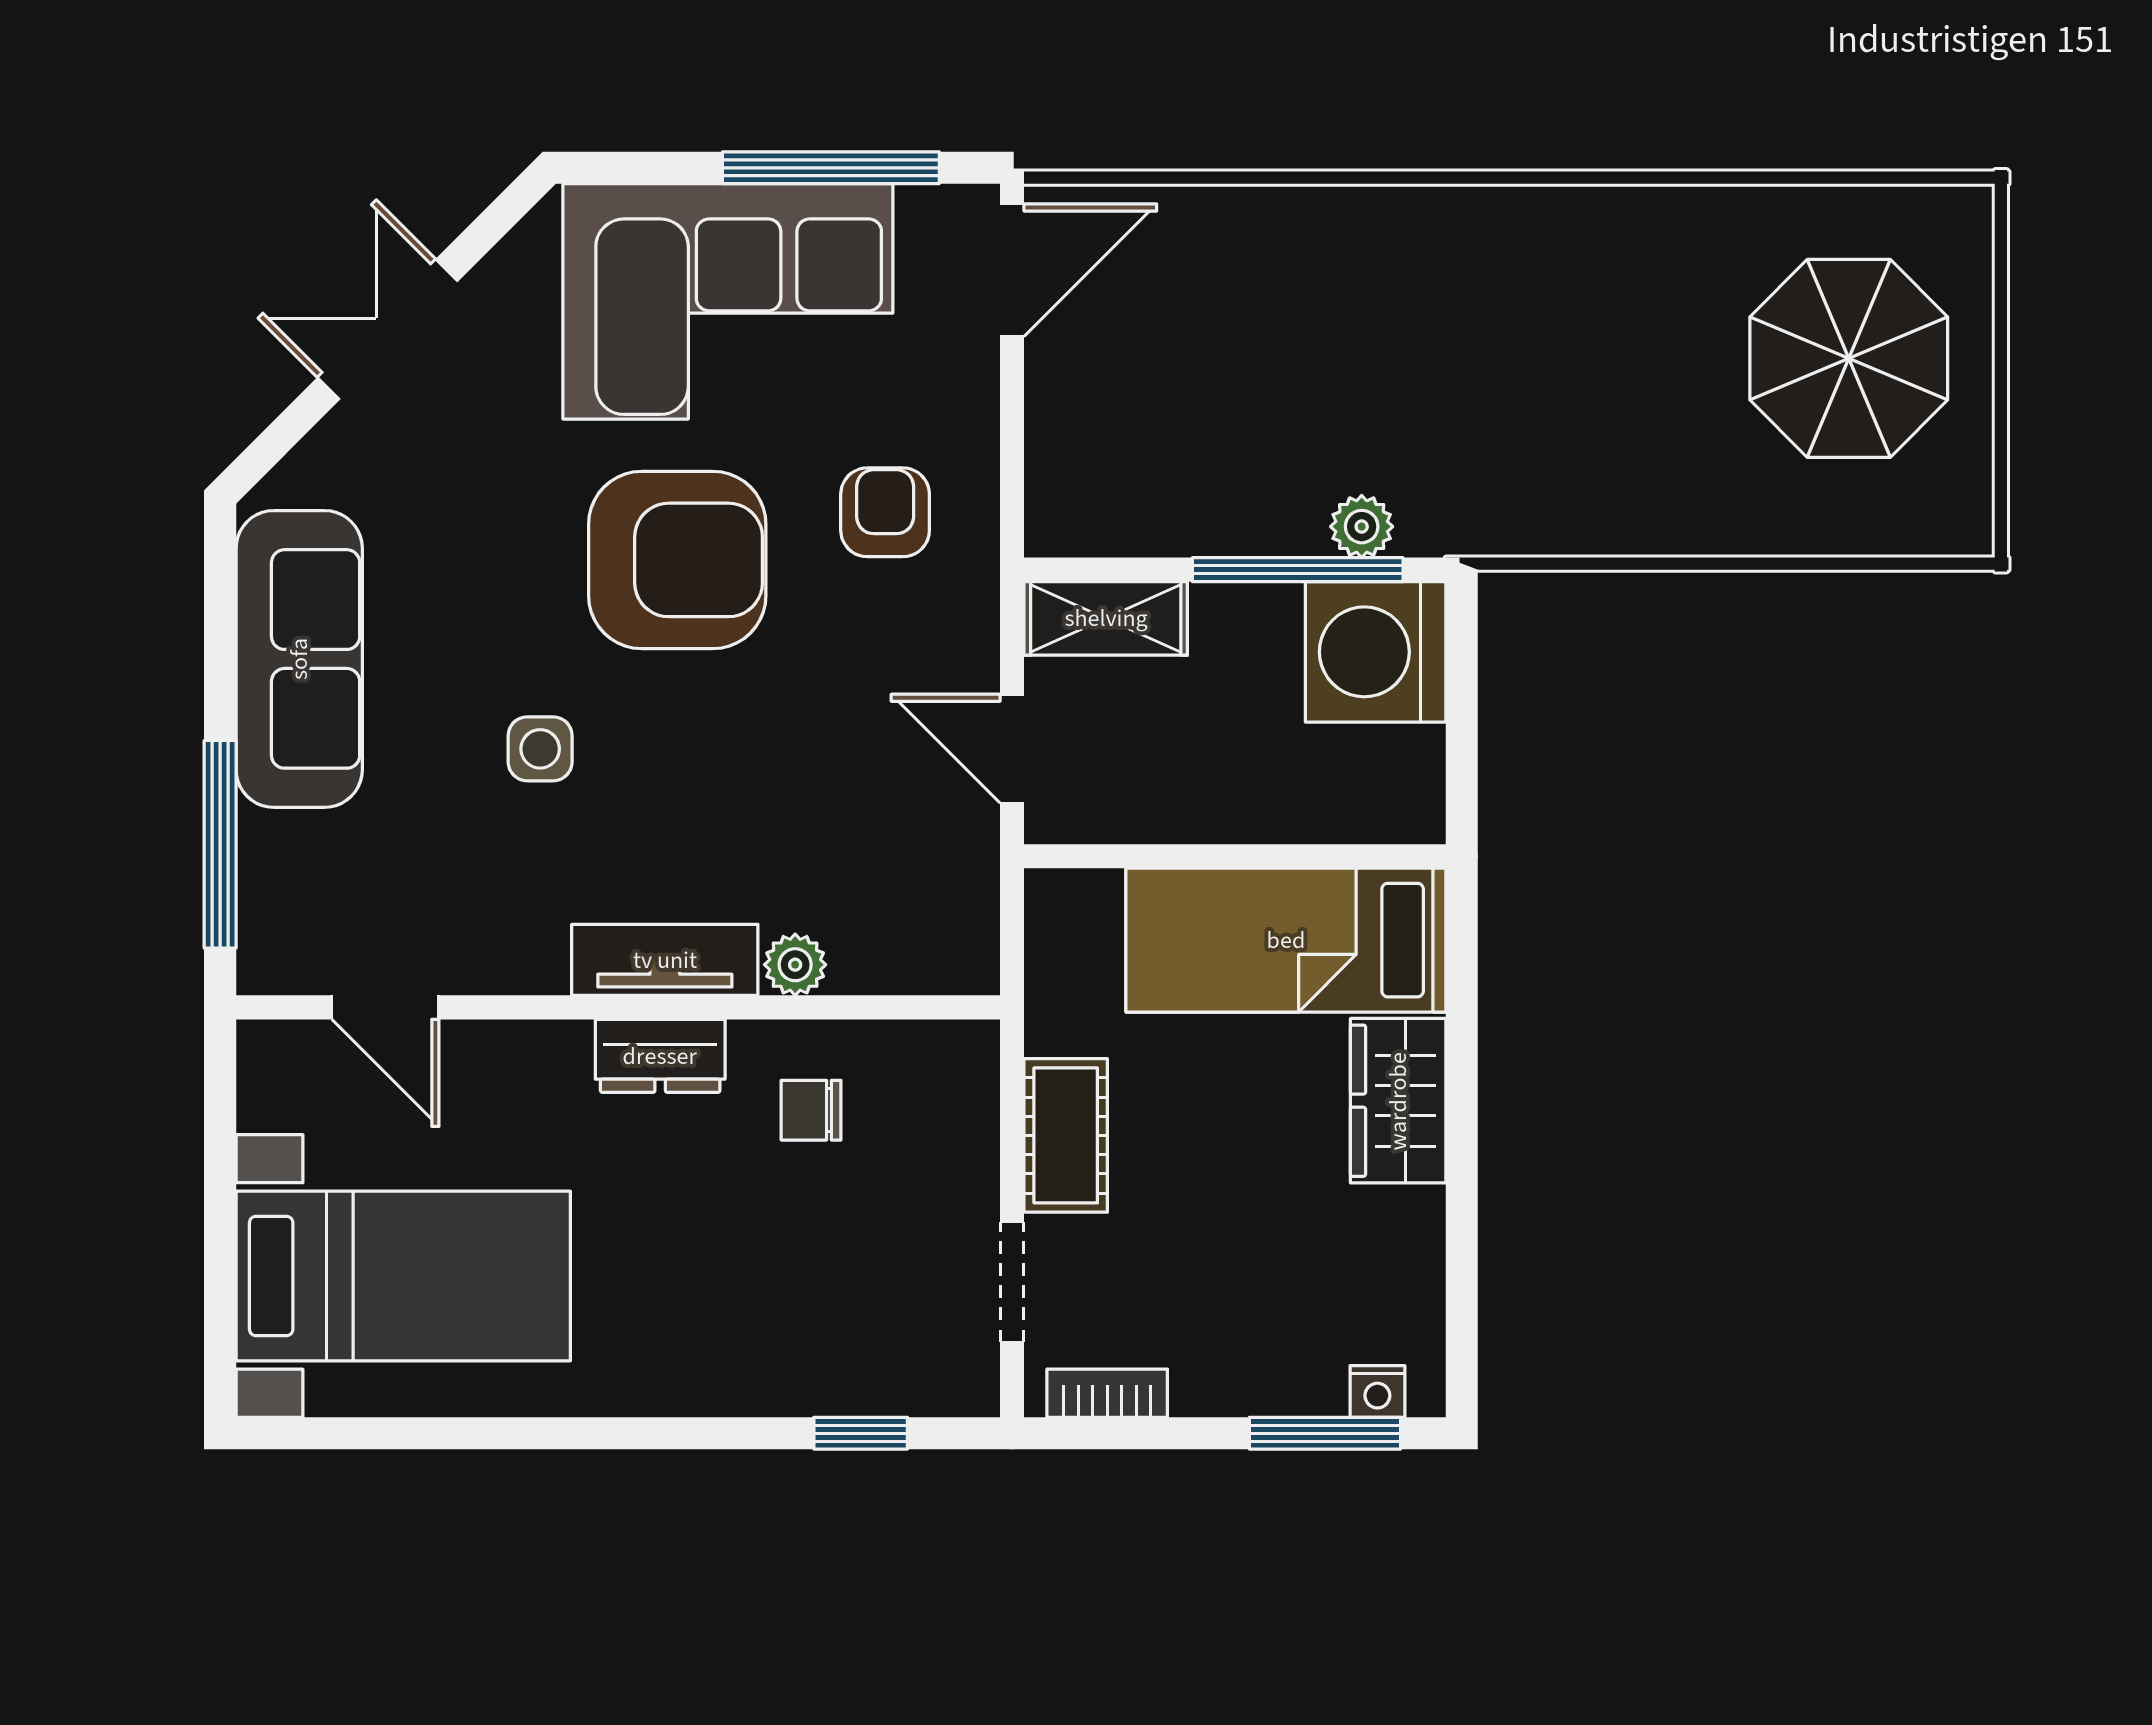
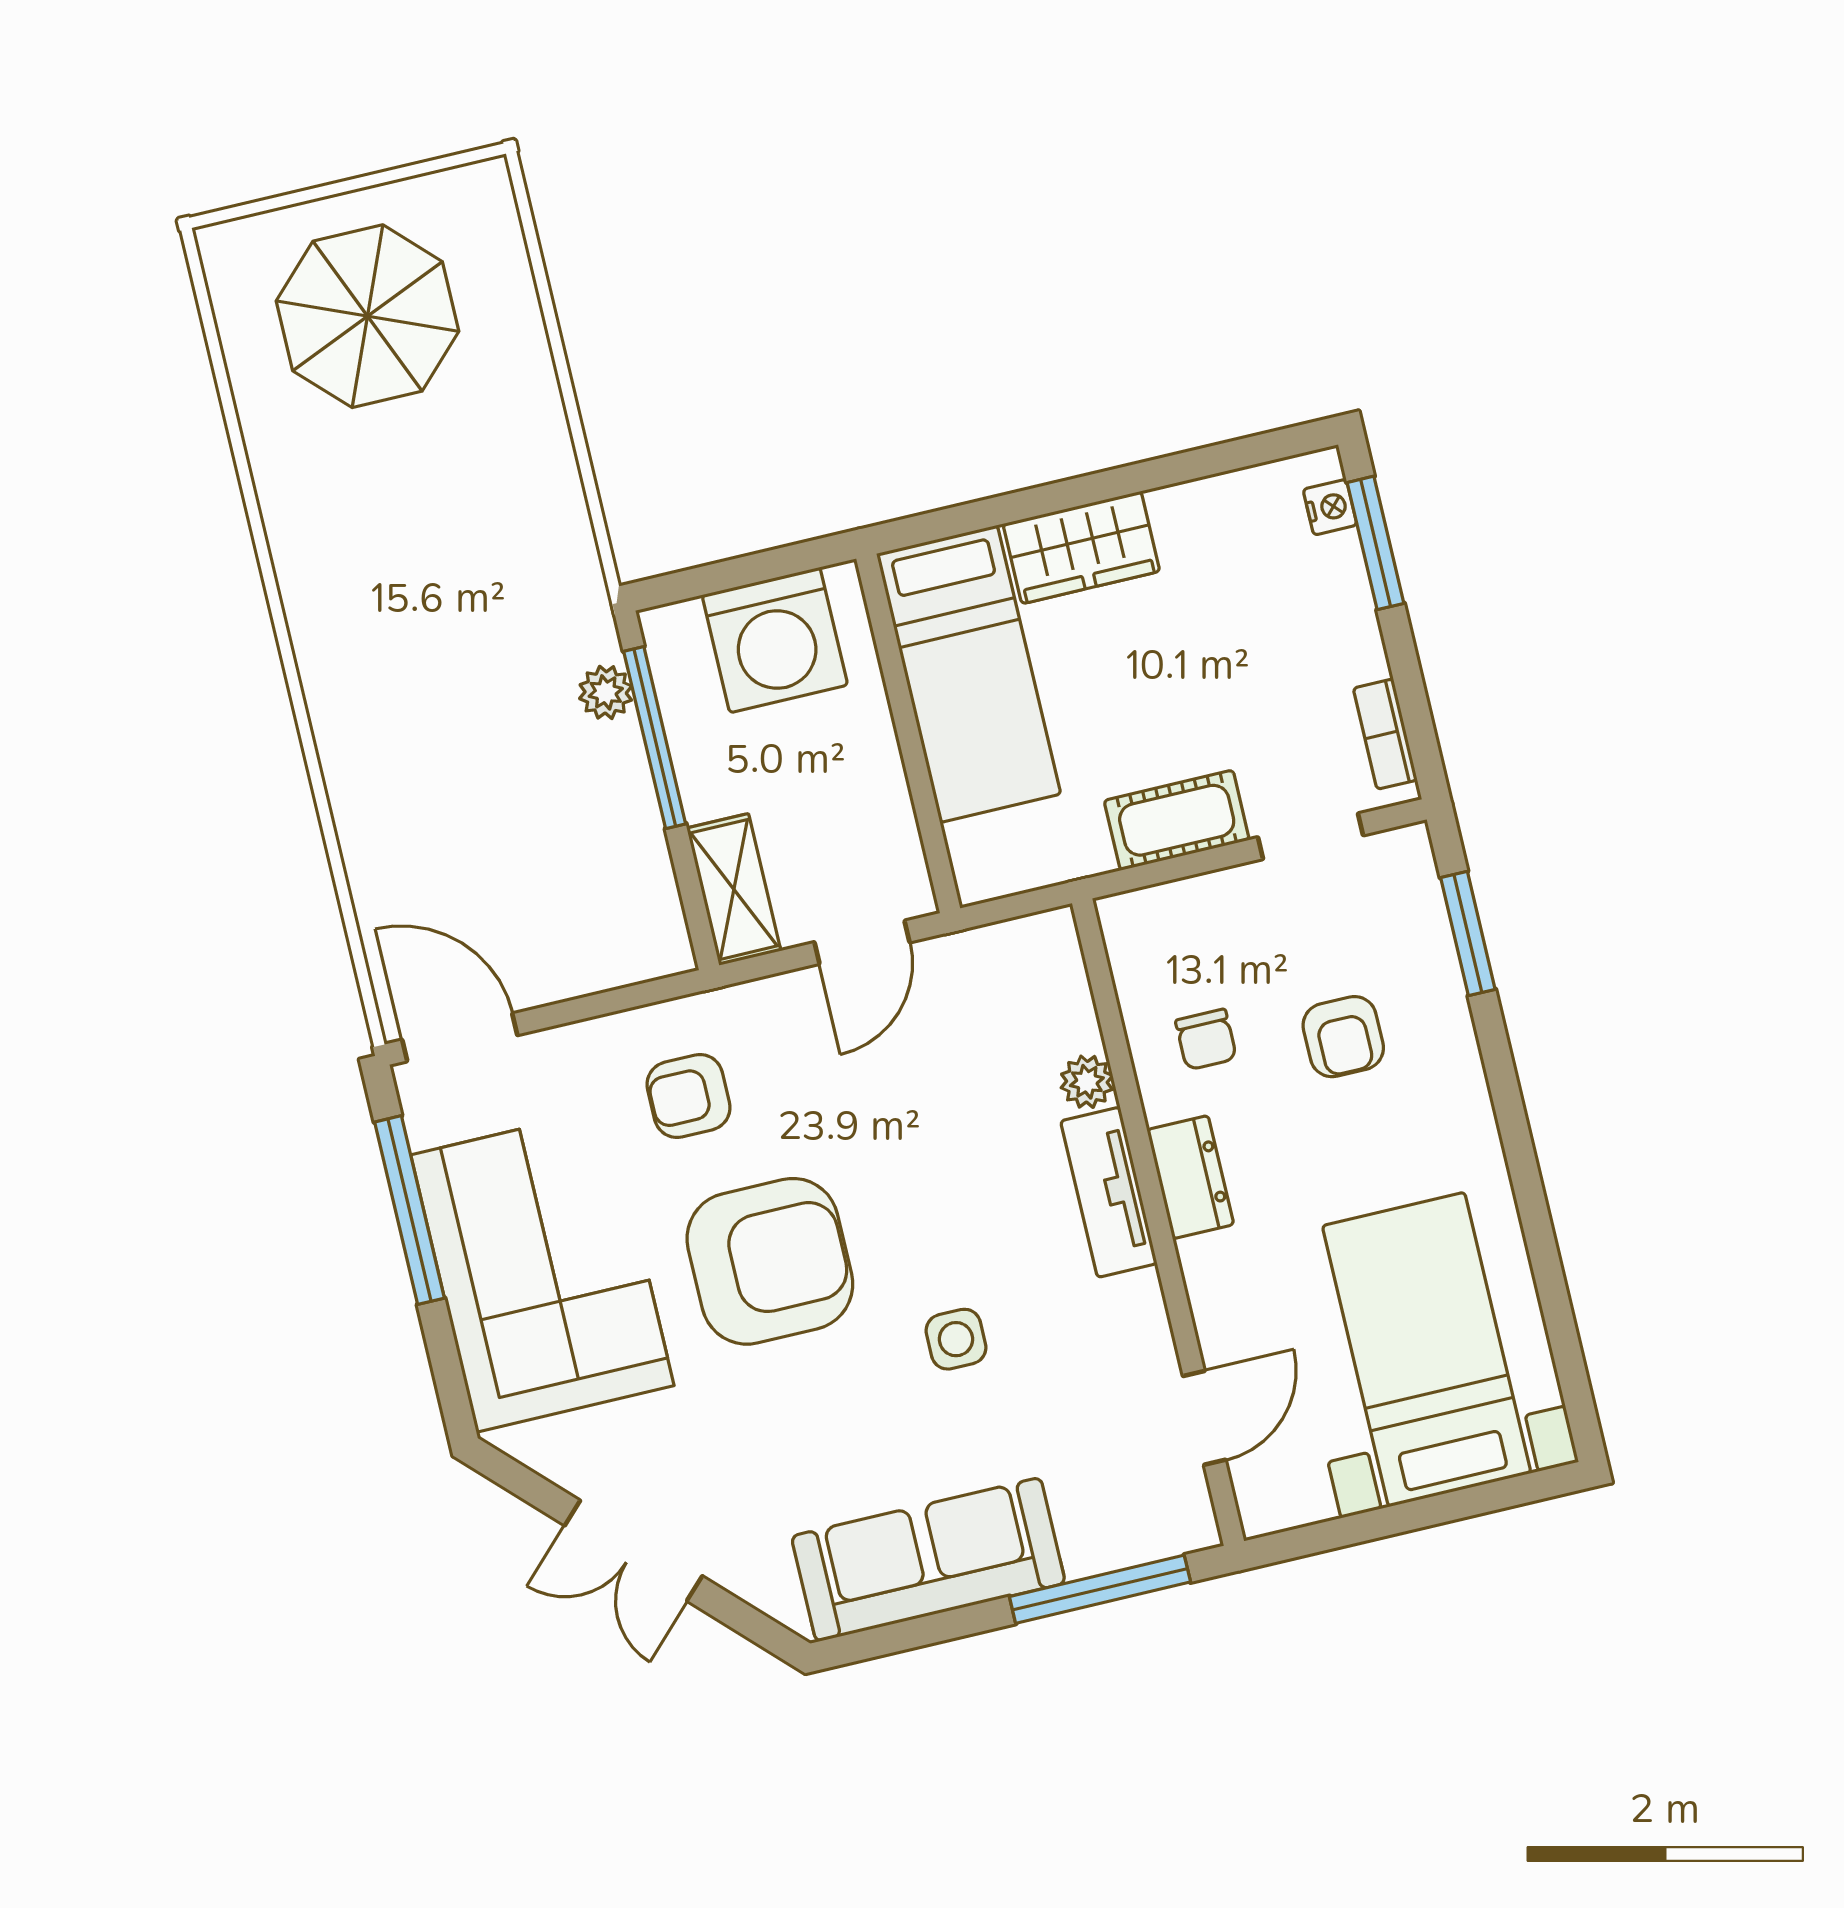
armchair: (677, 560) -> (770, 1261), turned 90
washing machine: (1376, 652) -> (775, 640), moved
armchair: (778, 1265) -> (1343, 1037), added
window: (861, 1433) -> (1468, 934), width x1.50

